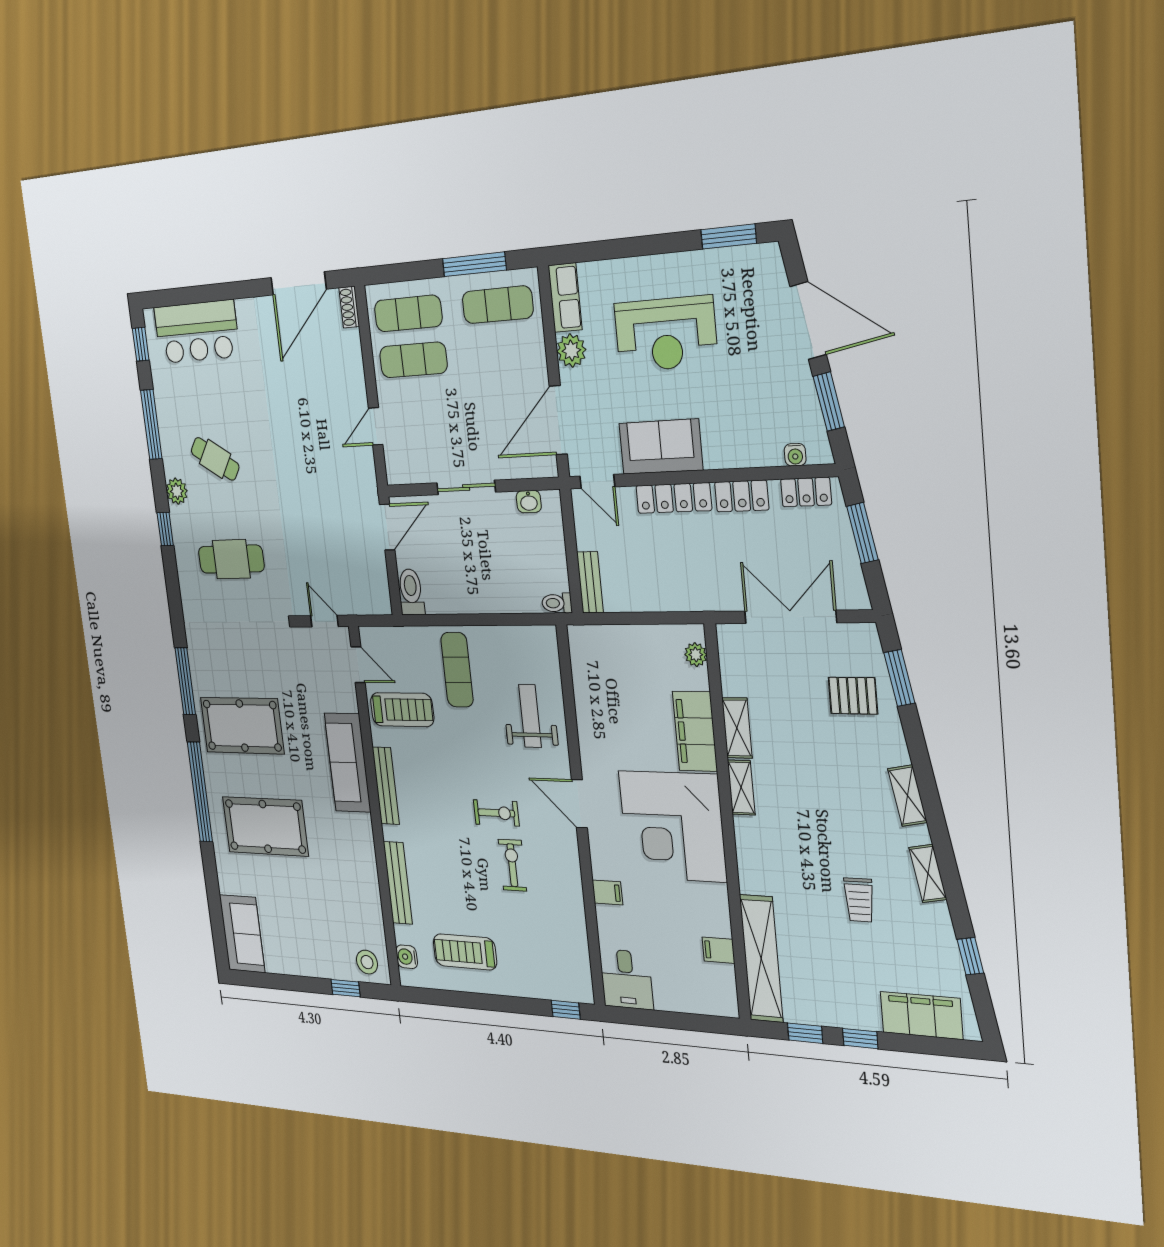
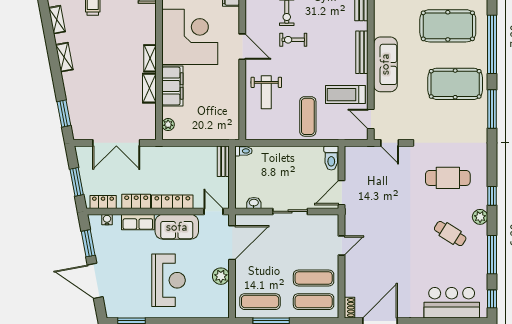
row of seats: (565, 298) -> (138, 222), moved, turned -90
reception desk: (666, 334) -> (169, 280), turned 90
pallet: (853, 696) -> (88, 105), removed

